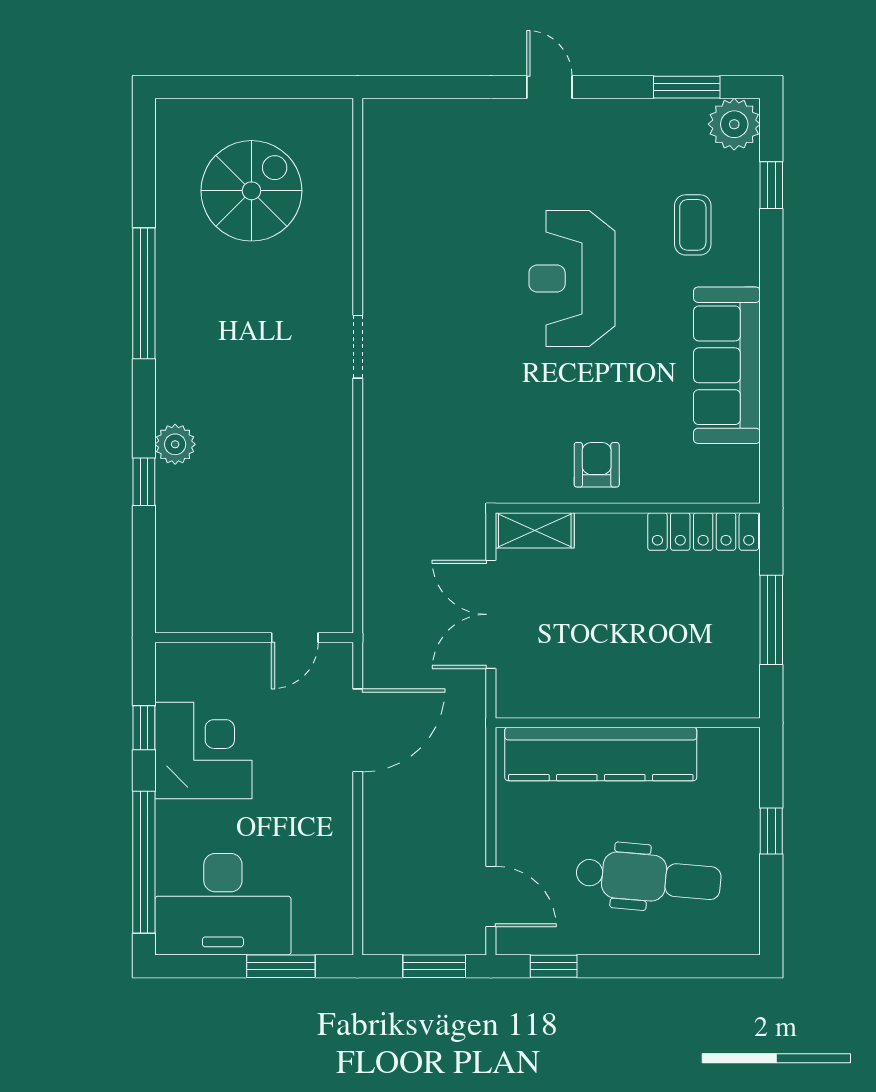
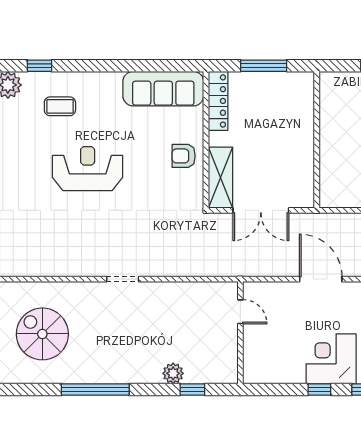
reception desk: (572, 278) -> (88, 169), turned 180
sofa: (727, 365) -> (163, 89), moved
shelving: (535, 530) -> (221, 178), width x1.50, depth x1.33
wall: (254, 638) -> (240, 333), moved
door: (295, 638) -> (240, 312), moved
kitchen counter: (601, 754) -> (333, 154), removed

